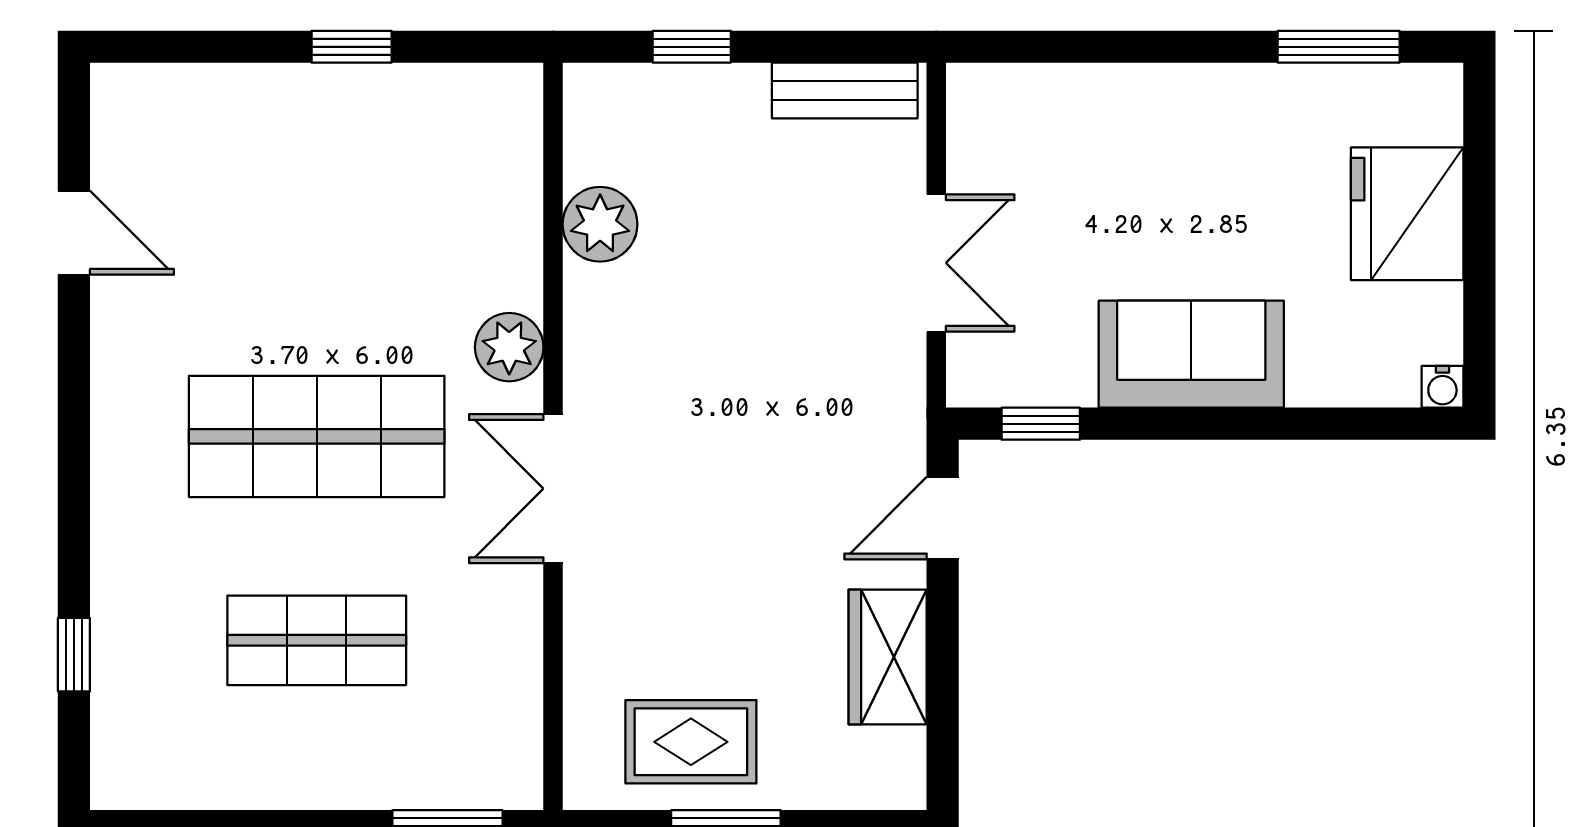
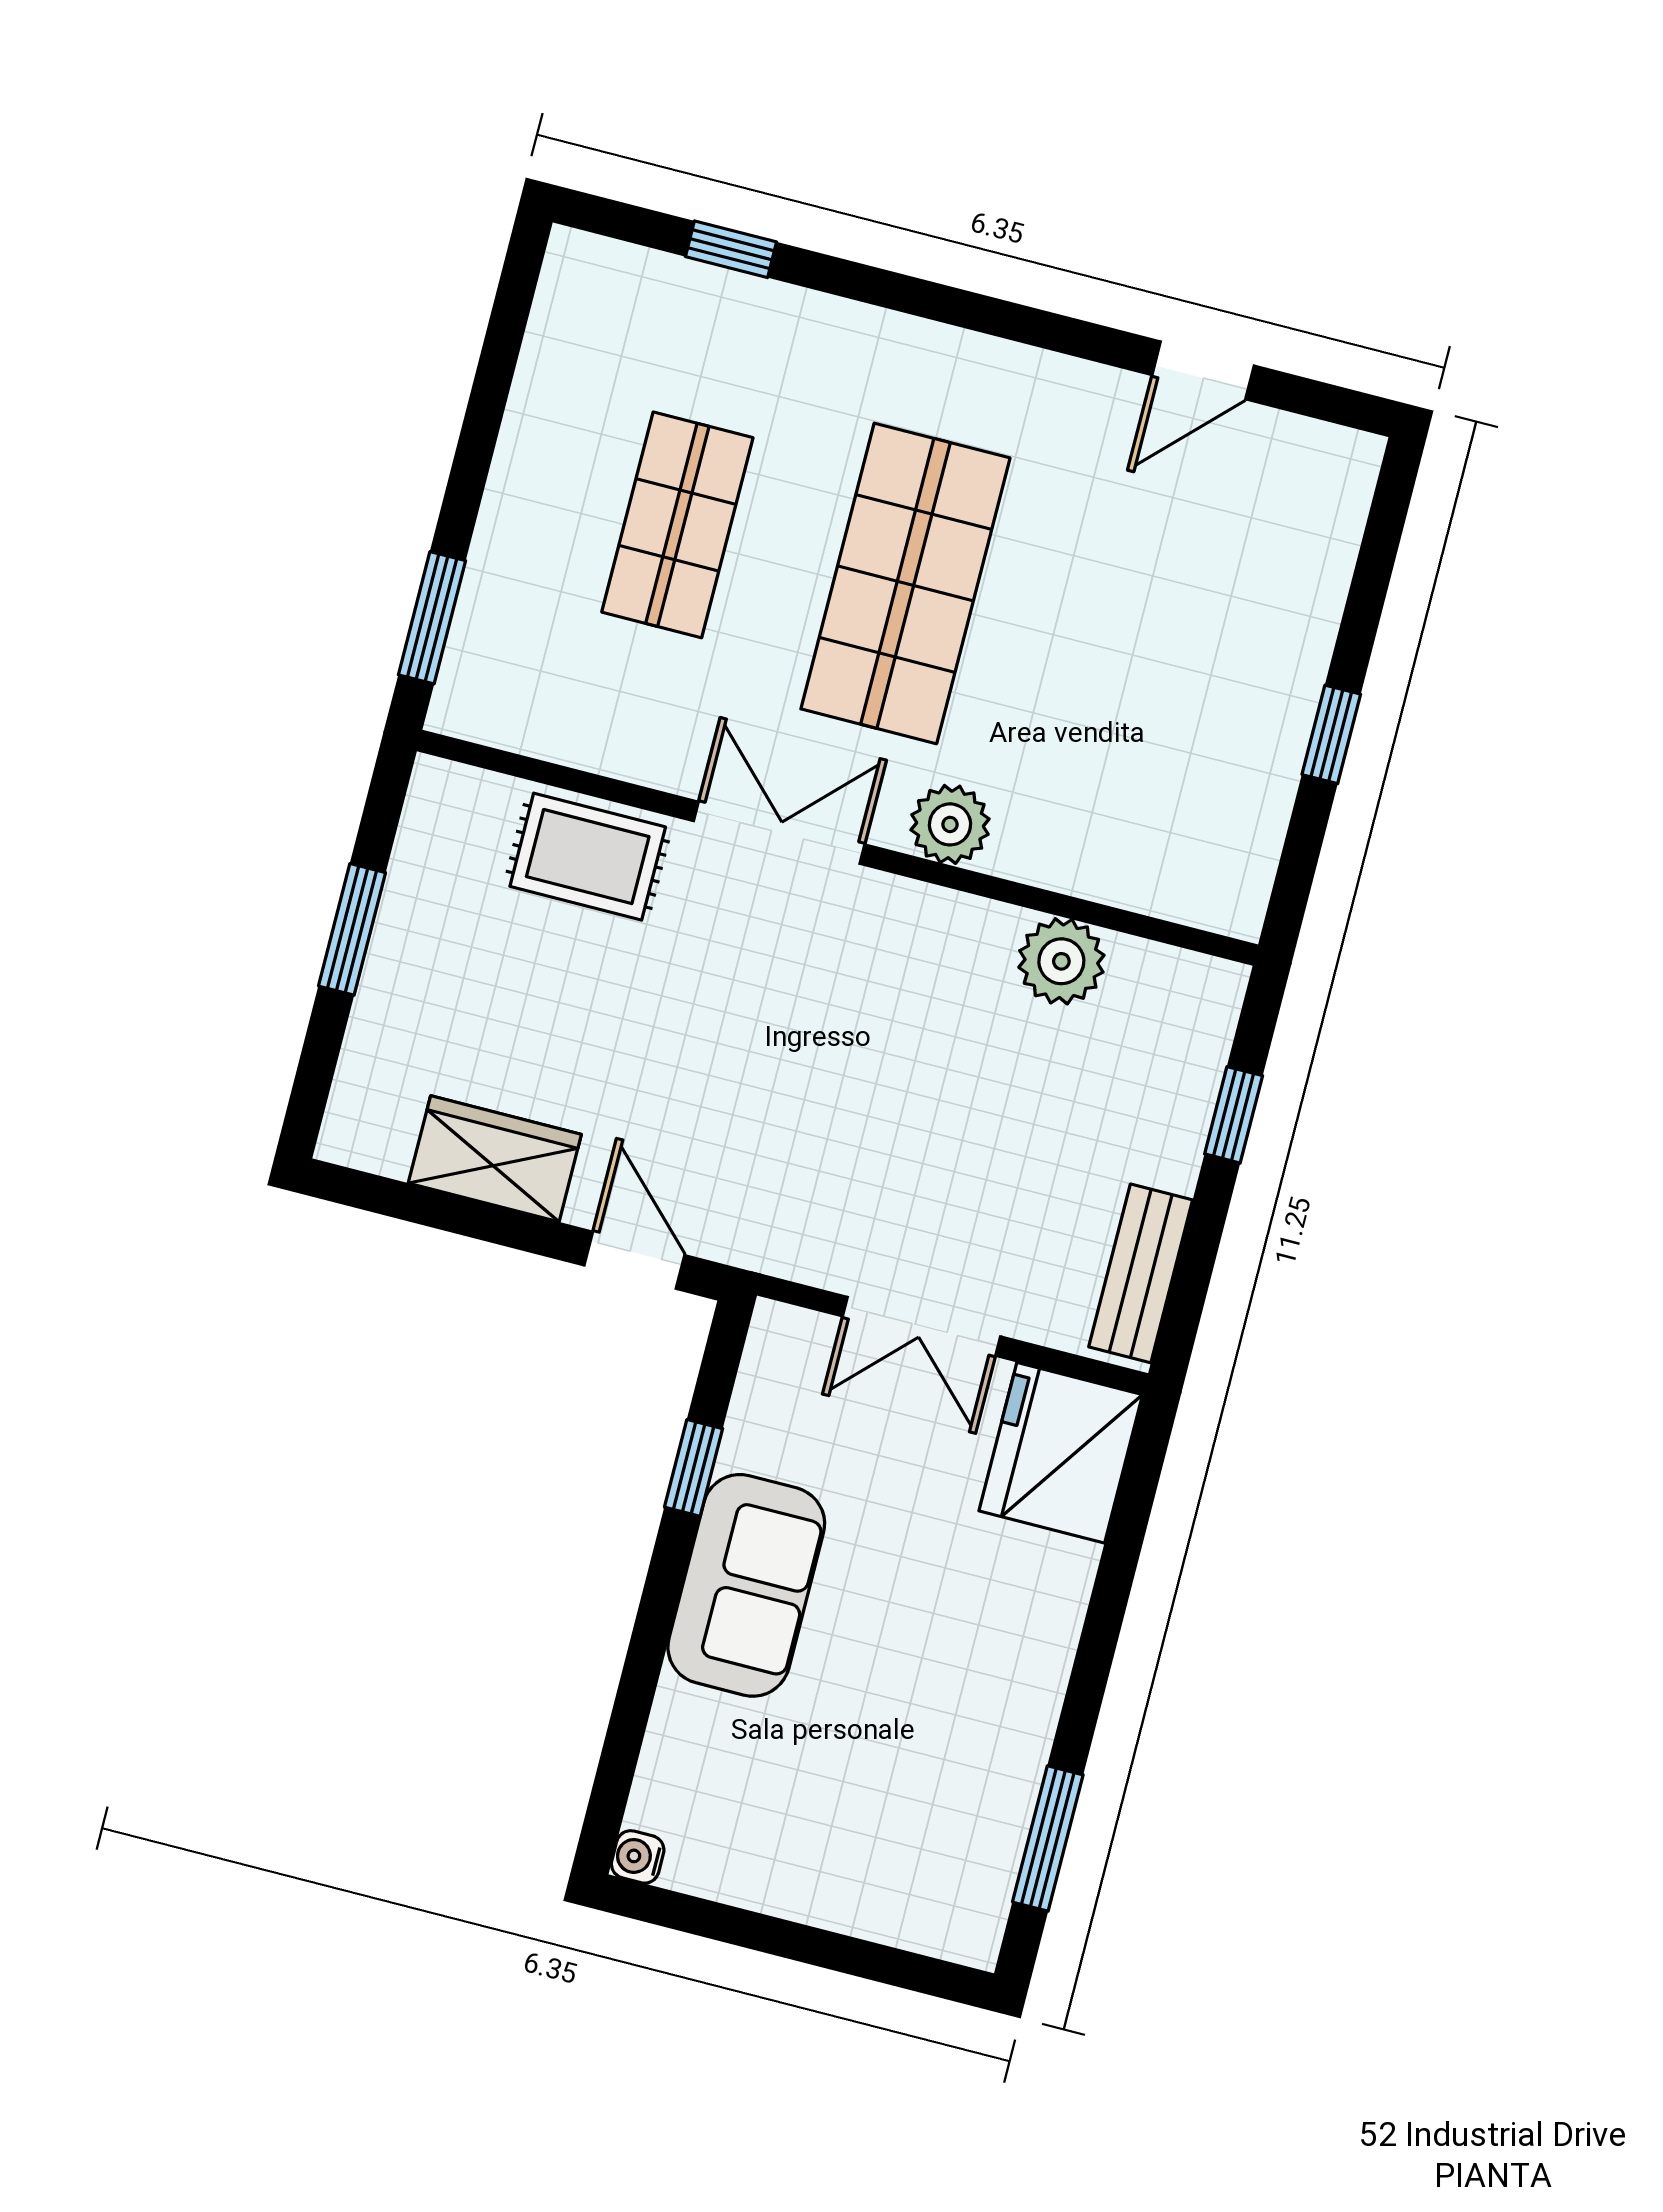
fridge: (1407, 214) -> (1061, 1453), moved, turned -90
window: (1041, 424) -> (694, 1468), moved
rug: (691, 742) -> (588, 857), moved, turned 90

